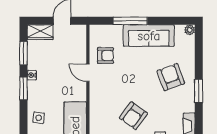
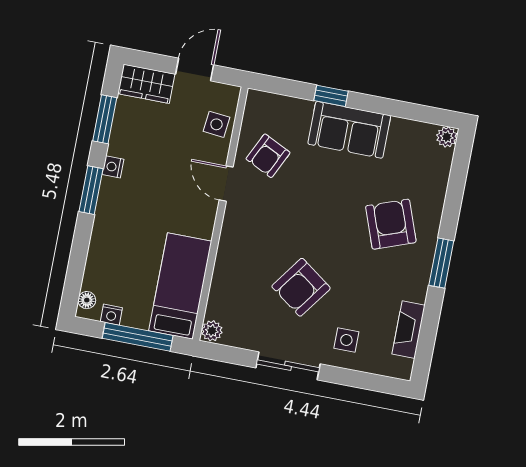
window: (130, 21) -> (331, 96), width x0.46
sofa: (149, 36) -> (349, 130), width x0.73
armchair: (105, 56) -> (268, 156), turned 116
side table: (39, 118) -> (216, 124), moved

